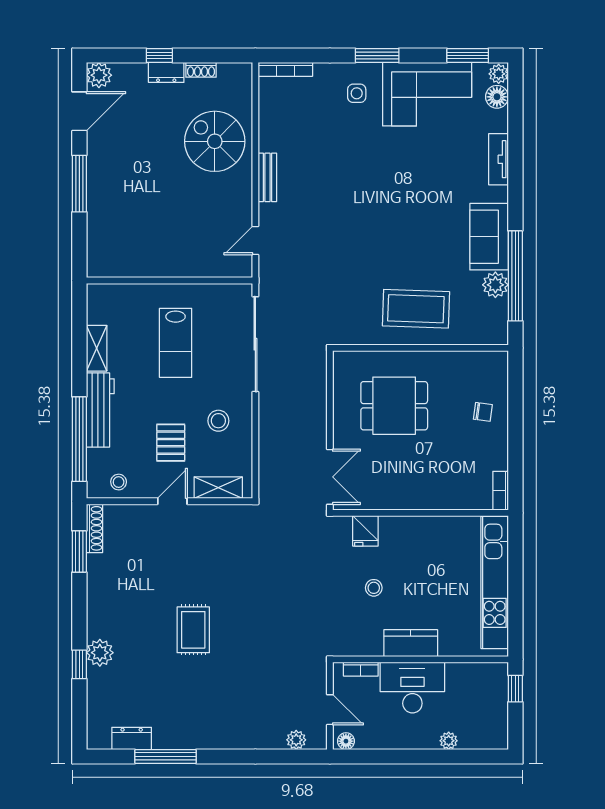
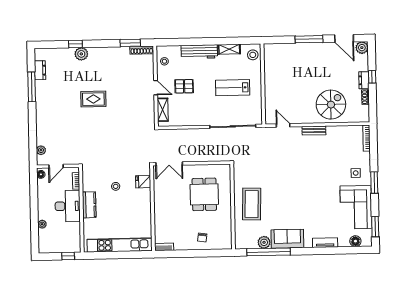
plant: (499, 74) -> (367, 242), removed
stool: (218, 421) -> (253, 55), moved
window: (79, 439) -> (185, 42), removed

